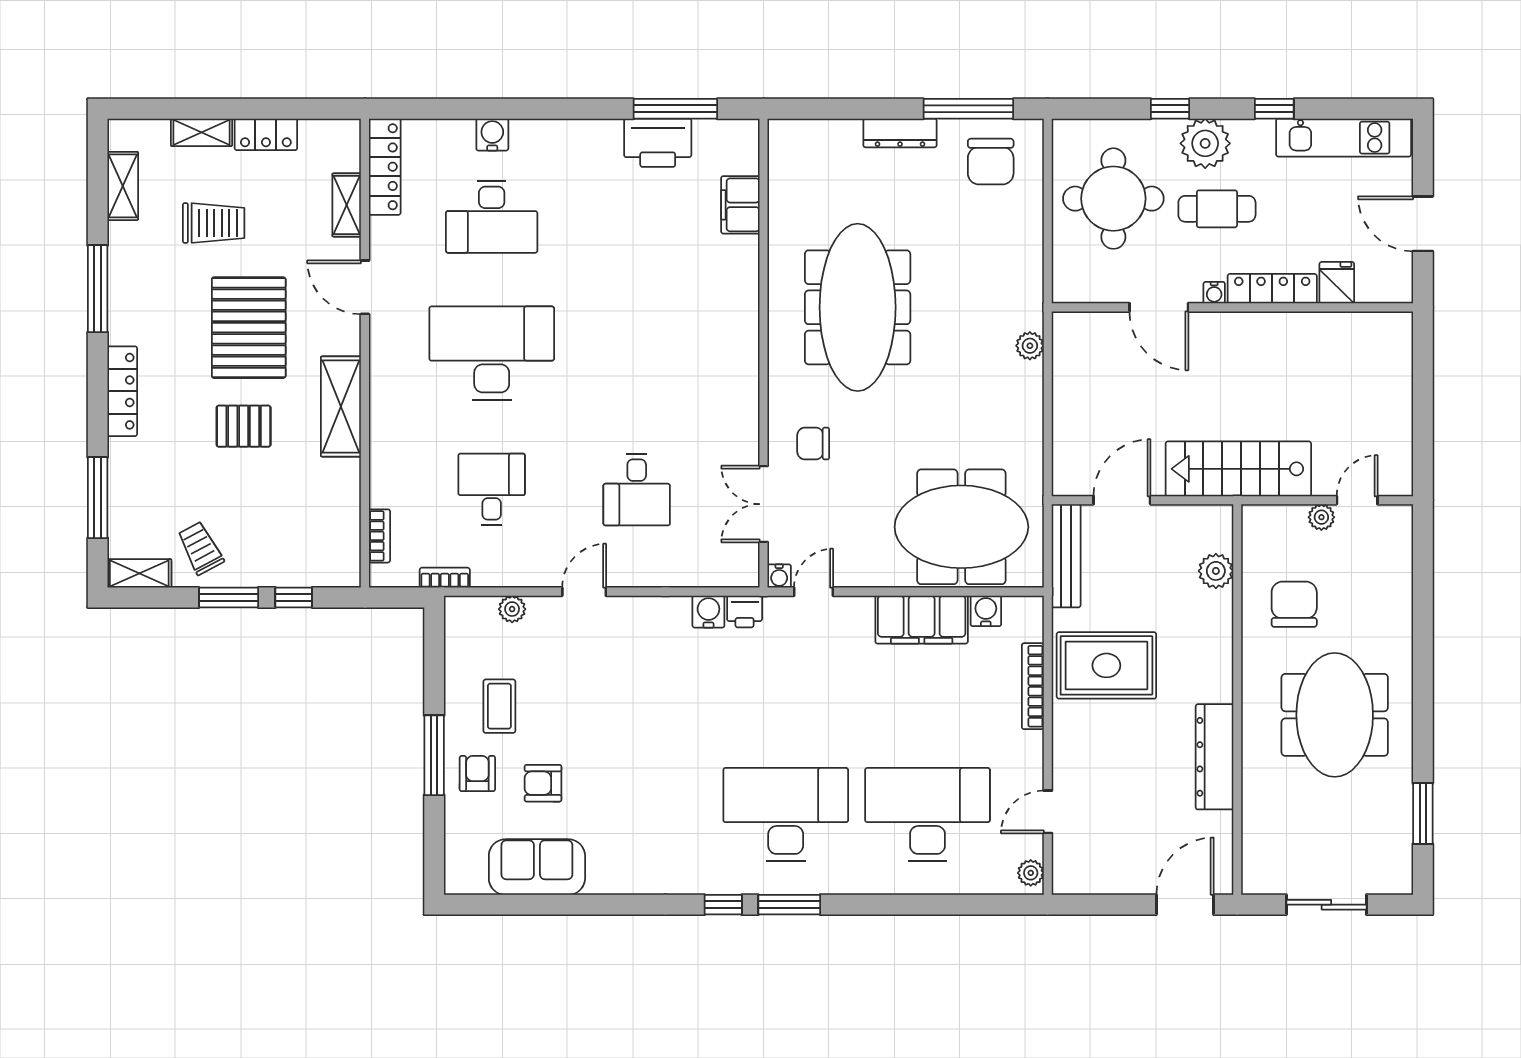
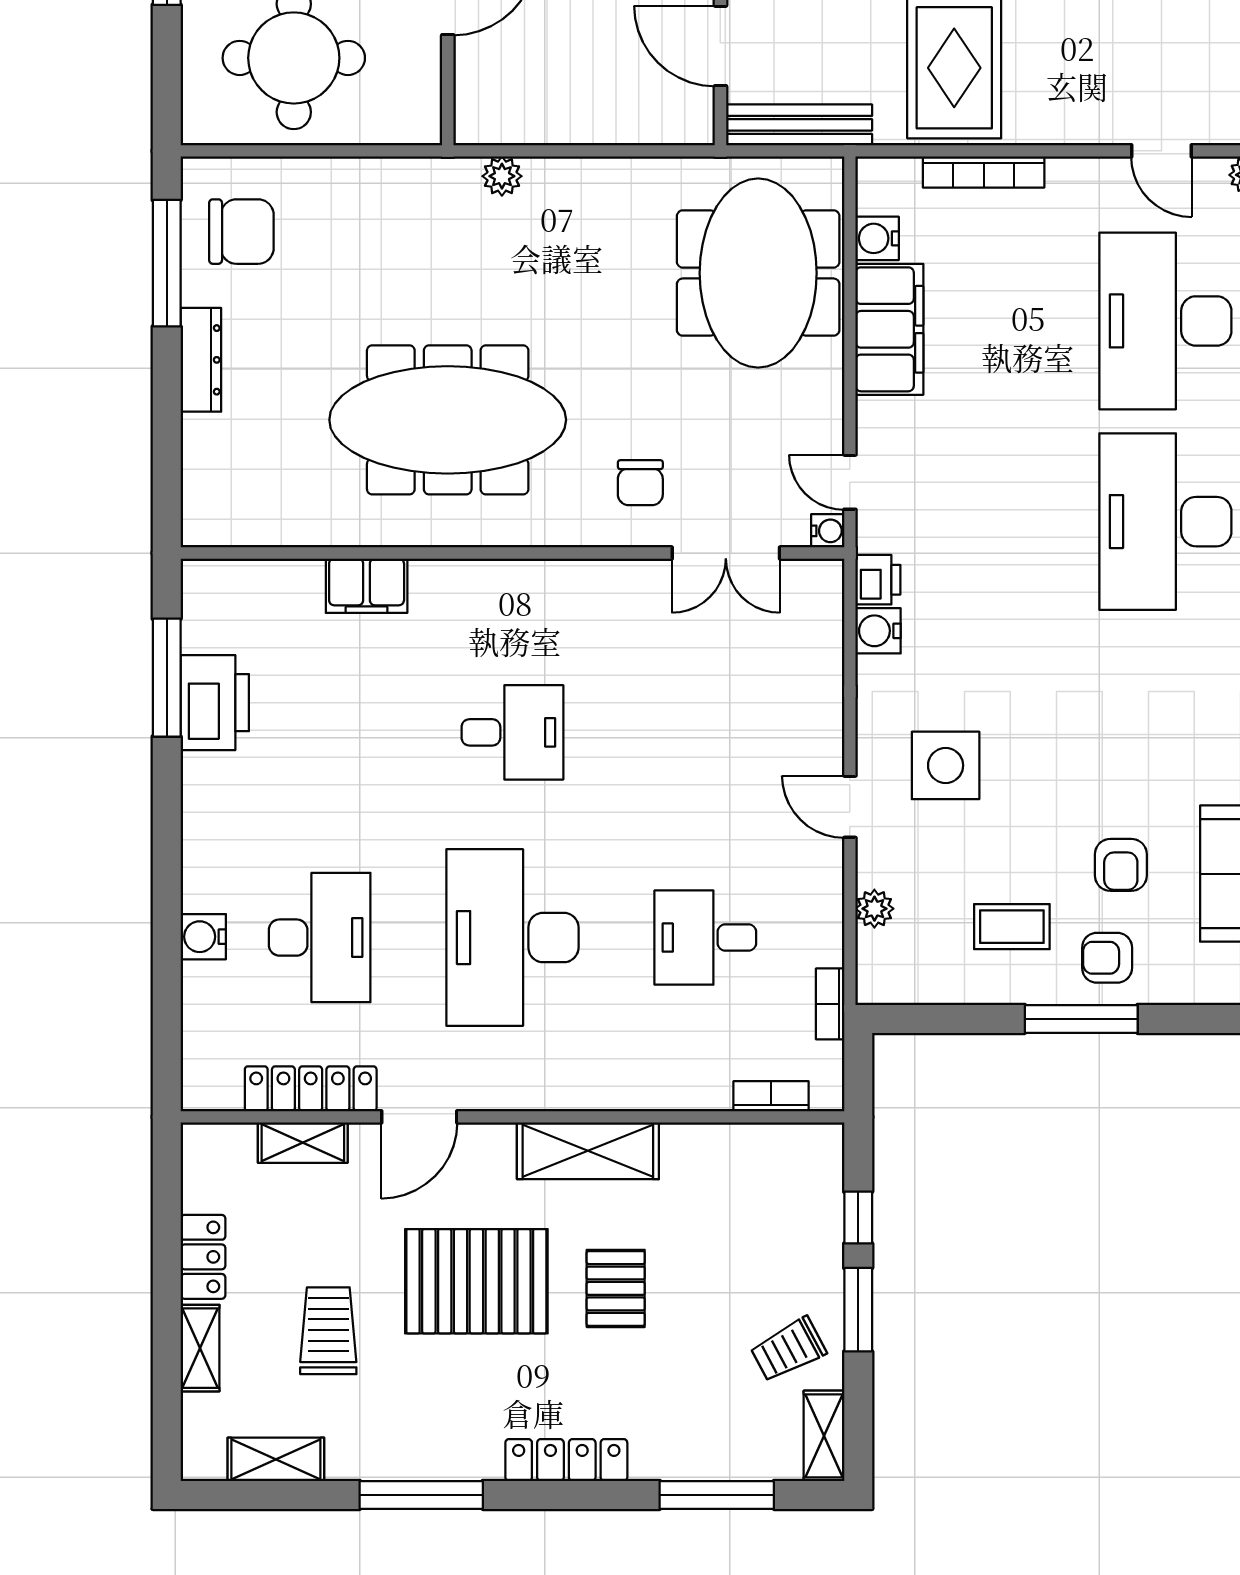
locker: (385, 167) -> (311, 1089), moved
filing cabinet: (740, 205) -> (367, 586), moved
desk: (637, 489) -> (512, 732), moved
side table: (613, 659) -> (946, 765), added

